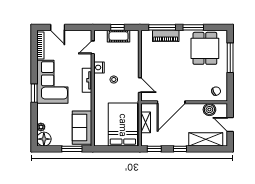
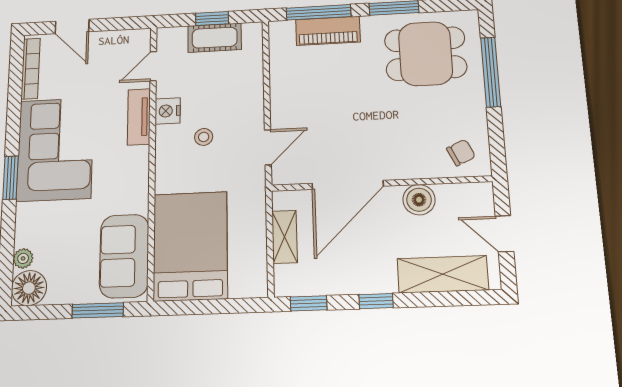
dining table: (205, 48) -> (426, 54), turned 90
tv unit: (87, 80) -> (139, 117), moved
door: (140, 85) -> (268, 147), hinge flipped
boiler: (209, 110) -> (419, 200), moved
bed: (123, 125) -> (190, 246), moved

